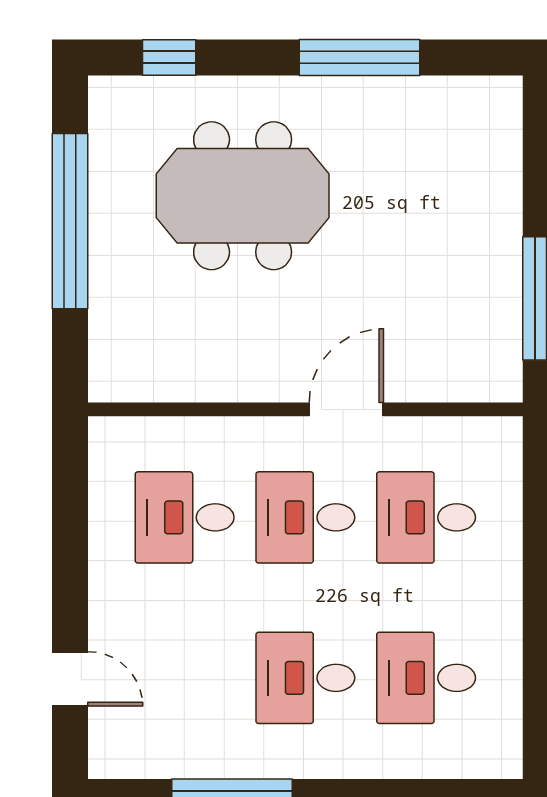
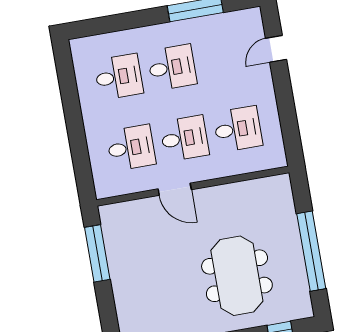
meeting table: (243, 196) -> (237, 276), turned 90
door: (346, 409) -> (175, 189), hinge flipped
door: (70, 679) -> (276, 49), hinge flipped

